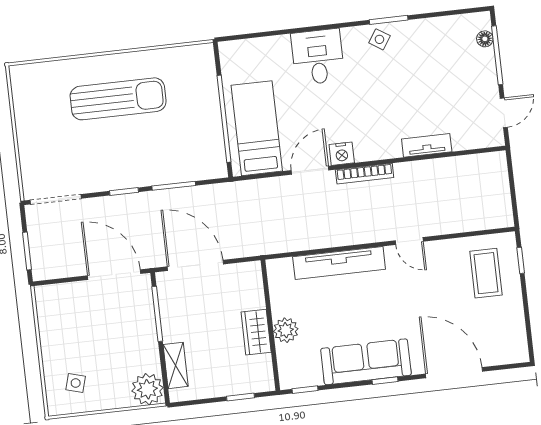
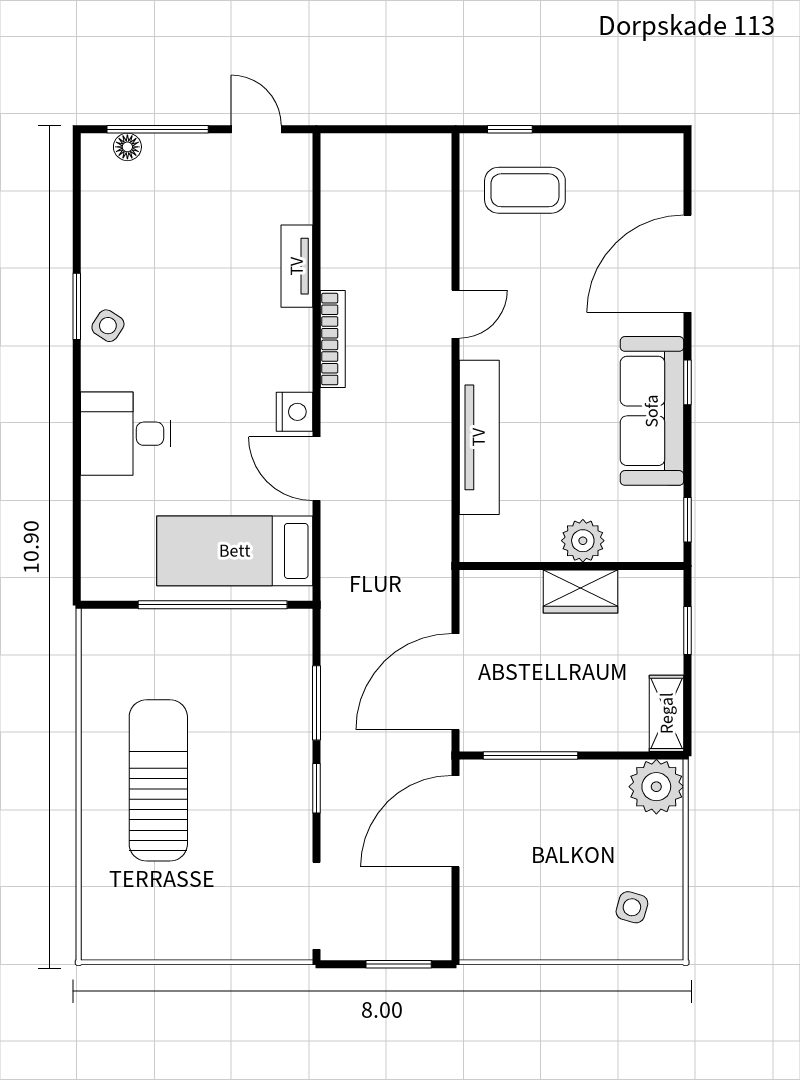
bookcase: (365, 174) -> (333, 339), moved
shelving: (176, 365) -> (667, 713), moved, turned 90

